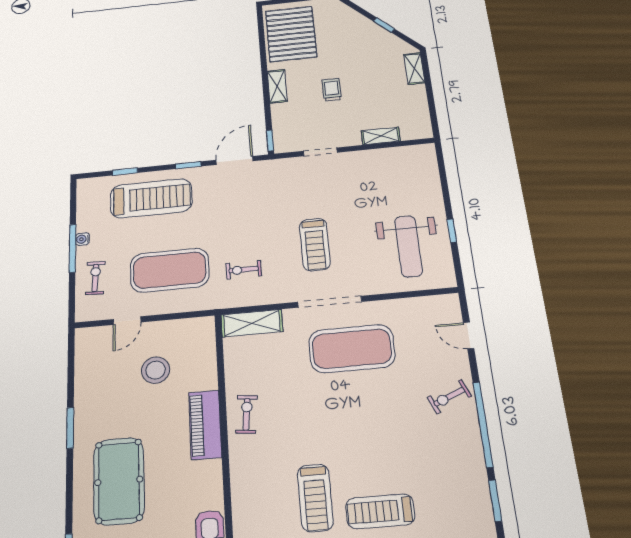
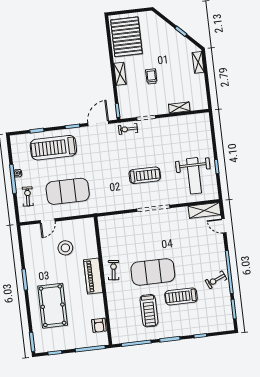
treadmill: (151, 198) -> (53, 148), turned 180
treadmill: (315, 244) -> (145, 175), turned -90
exercise bike: (244, 270) -> (128, 129), moved
shelving: (252, 323) -> (204, 210), moved
exercise mat: (352, 349) -> (153, 272), moved
exercise bike: (449, 397) -> (216, 280), moved
treadmill: (380, 511) -> (181, 296), moved

